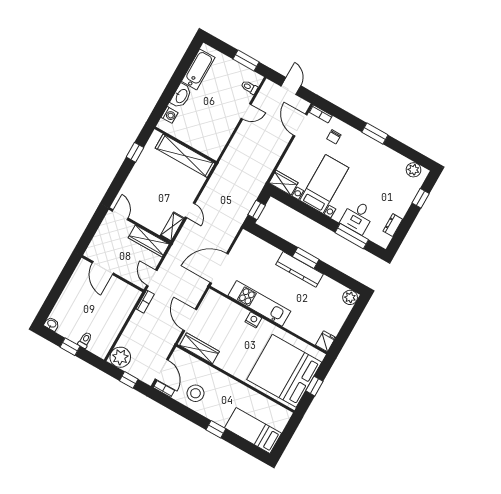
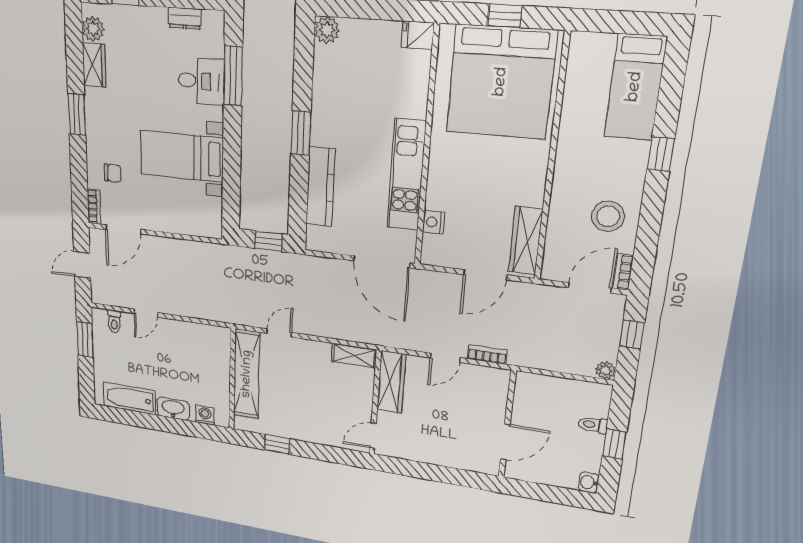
door: (246, 111) -> (146, 313), swing flipped
wardrobe: (283, 183) -> (94, 65), moved, turned 180
door: (190, 210) -> (279, 333), moved
door: (103, 268) -> (505, 442), moved
kitchen counter: (299, 269) -> (321, 187), moved
wall: (113, 274) -> (507, 425), moved
nightstand: (253, 320) -> (434, 222), moved
plant: (120, 357) -> (605, 370), width x0.53, depth x0.53

